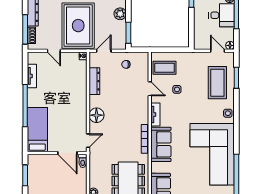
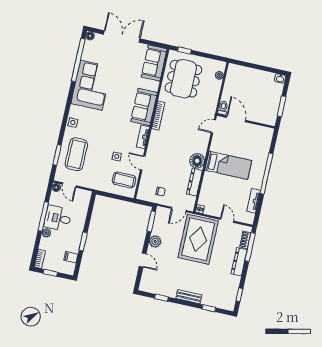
floor lamp: (96, 115) -> (197, 161), moved
bed: (37, 130) -> (228, 165), moved, turned -90
corner sofa: (212, 154) -> (91, 85), width x0.73, depth x0.74

